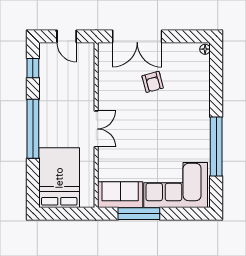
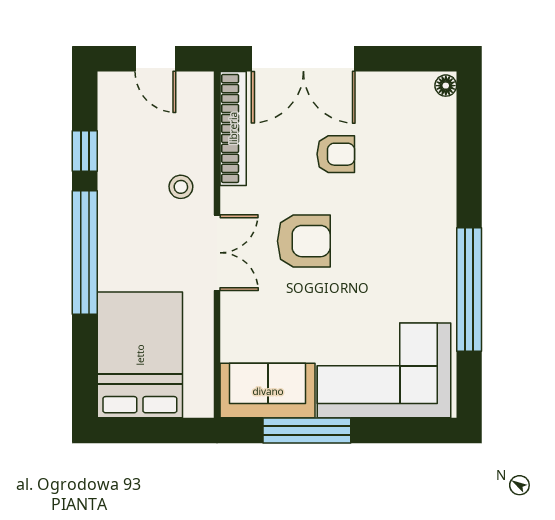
window: (33, 68) -> (85, 151), moved
bookcase: (104, 70) -> (233, 128), added
armchair: (153, 82) -> (336, 154), turned -75
stool: (79, 97) -> (181, 187), added
armchair: (137, 123) -> (304, 241), added

